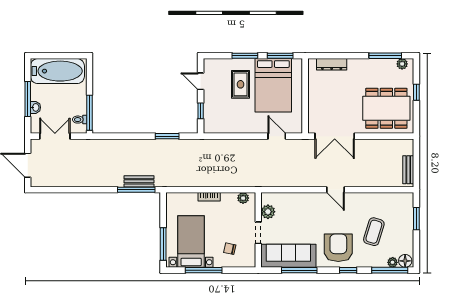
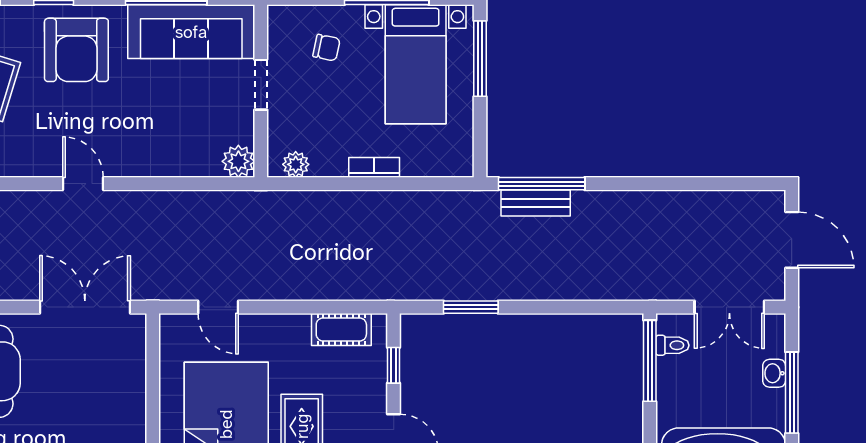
cot: (223, 126) -> (341, 329), added
plant: (268, 212) -> (238, 161), moved

